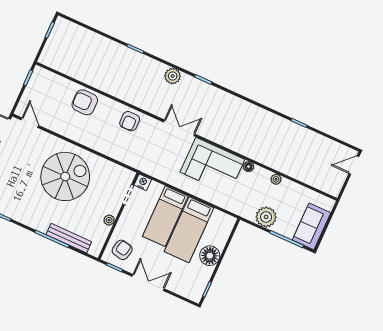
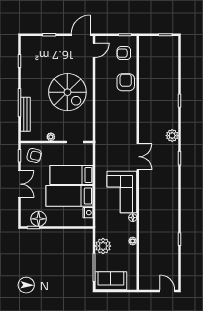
armchair: (130, 121) -> (124, 53), moved
nightstand: (143, 182) -> (88, 213), moved
floor lamp: (210, 256) -> (39, 219), moved

